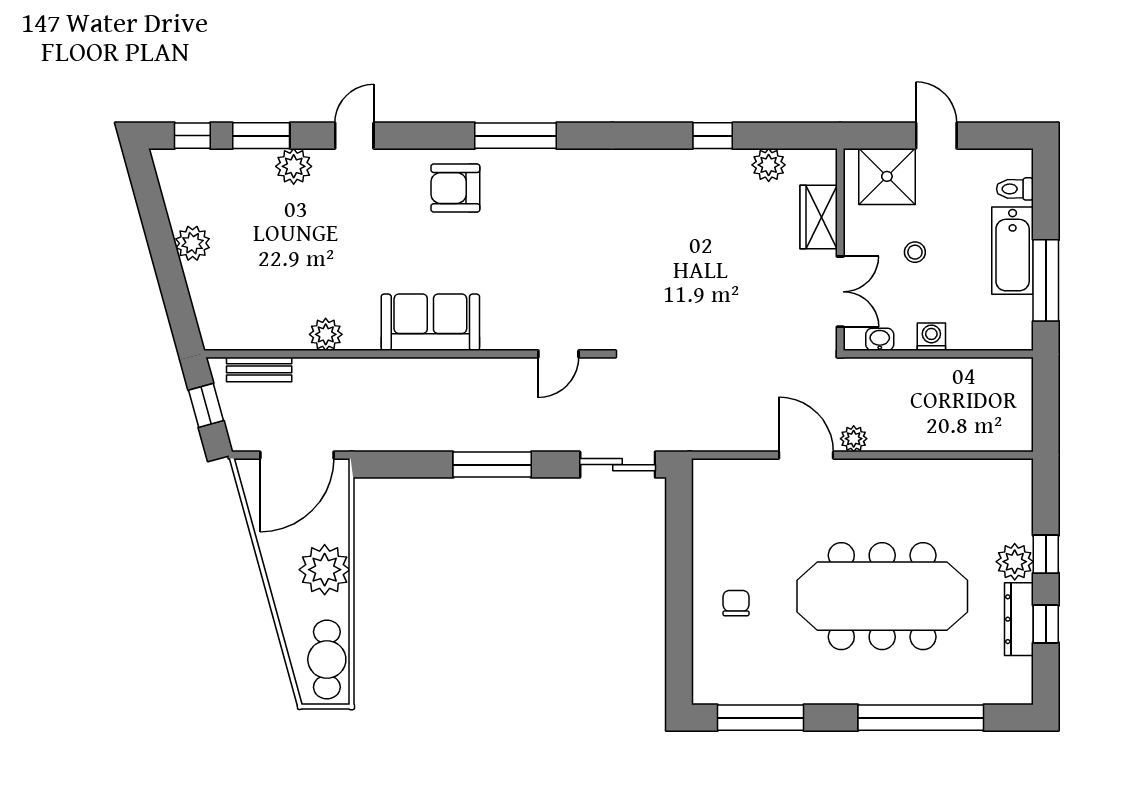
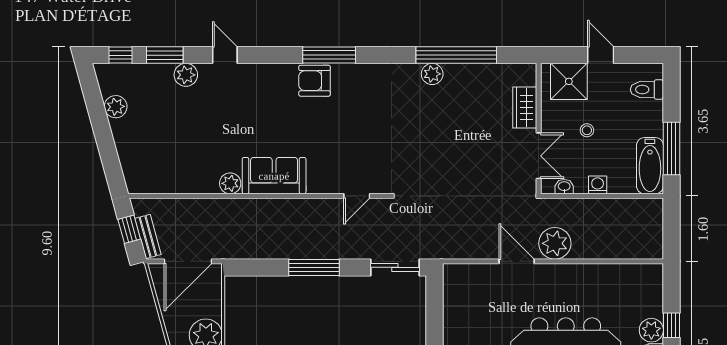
door: (354, 136) -> (225, 55), hinge flipped
window: (713, 136) -> (456, 55), width x3.17
plant: (769, 165) -> (432, 74), moved
armchair: (455, 188) -> (315, 81), moved
toilet: (1015, 189) -> (647, 89), width x1.37, depth x1.39
plant: (193, 243) -> (116, 107), moved
bathtub: (1013, 251) -> (650, 166), moved
plant: (326, 334) -> (230, 183), moved
bench: (259, 369) -> (148, 236), moved, turned 75
plant: (854, 439) -> (555, 243), width x1.87, depth x1.87

